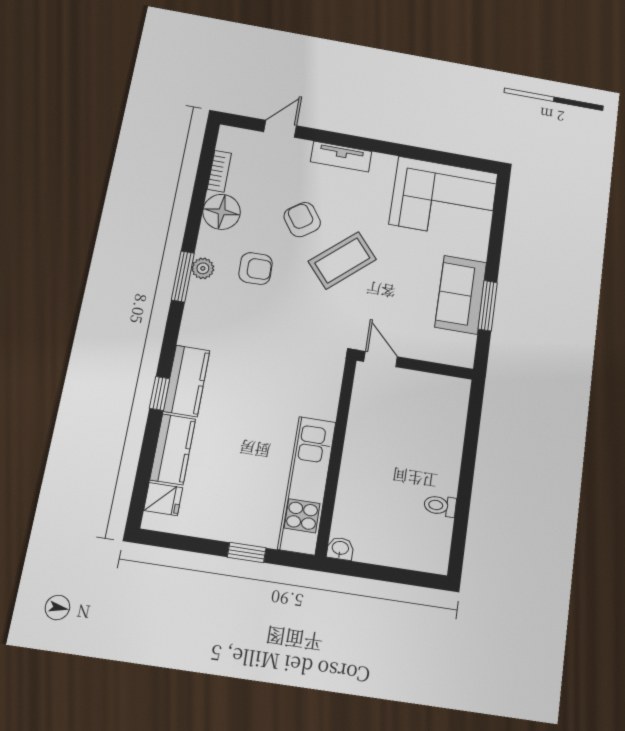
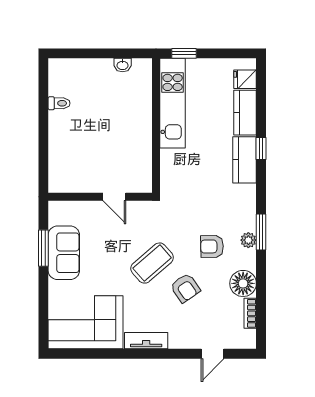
tv unit: (341, 157) -> (146, 341), moved
wall: (336, 456) -> (156, 126), moved
kitchen unit: (307, 485) -> (173, 103), moved

